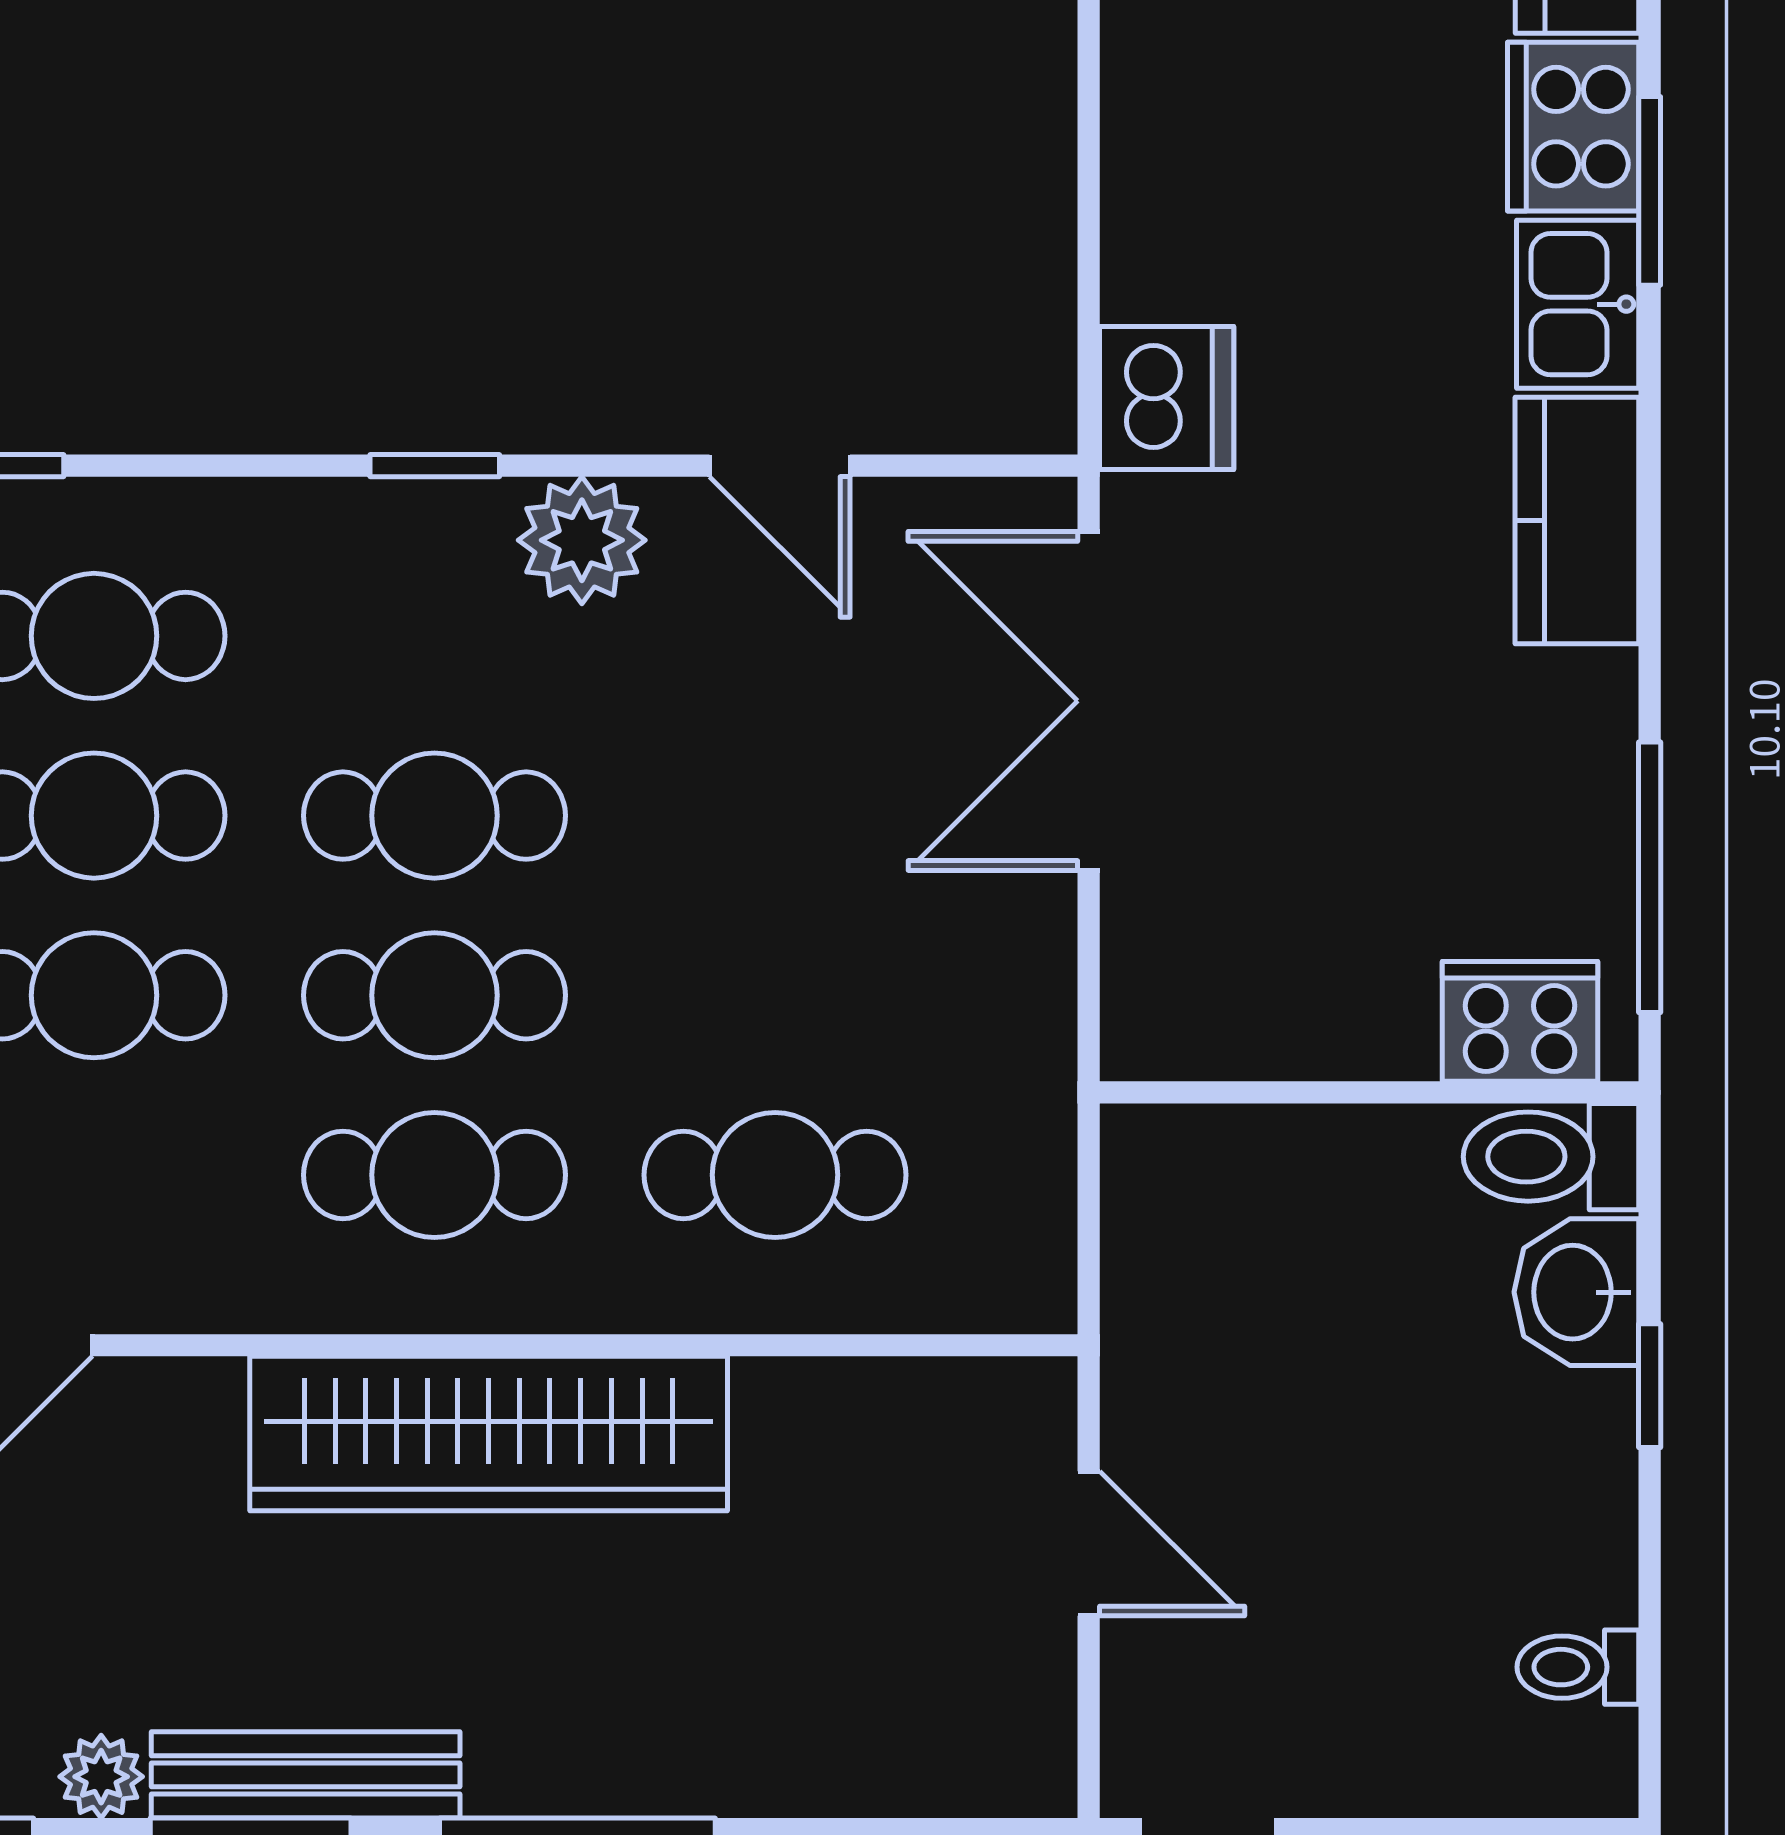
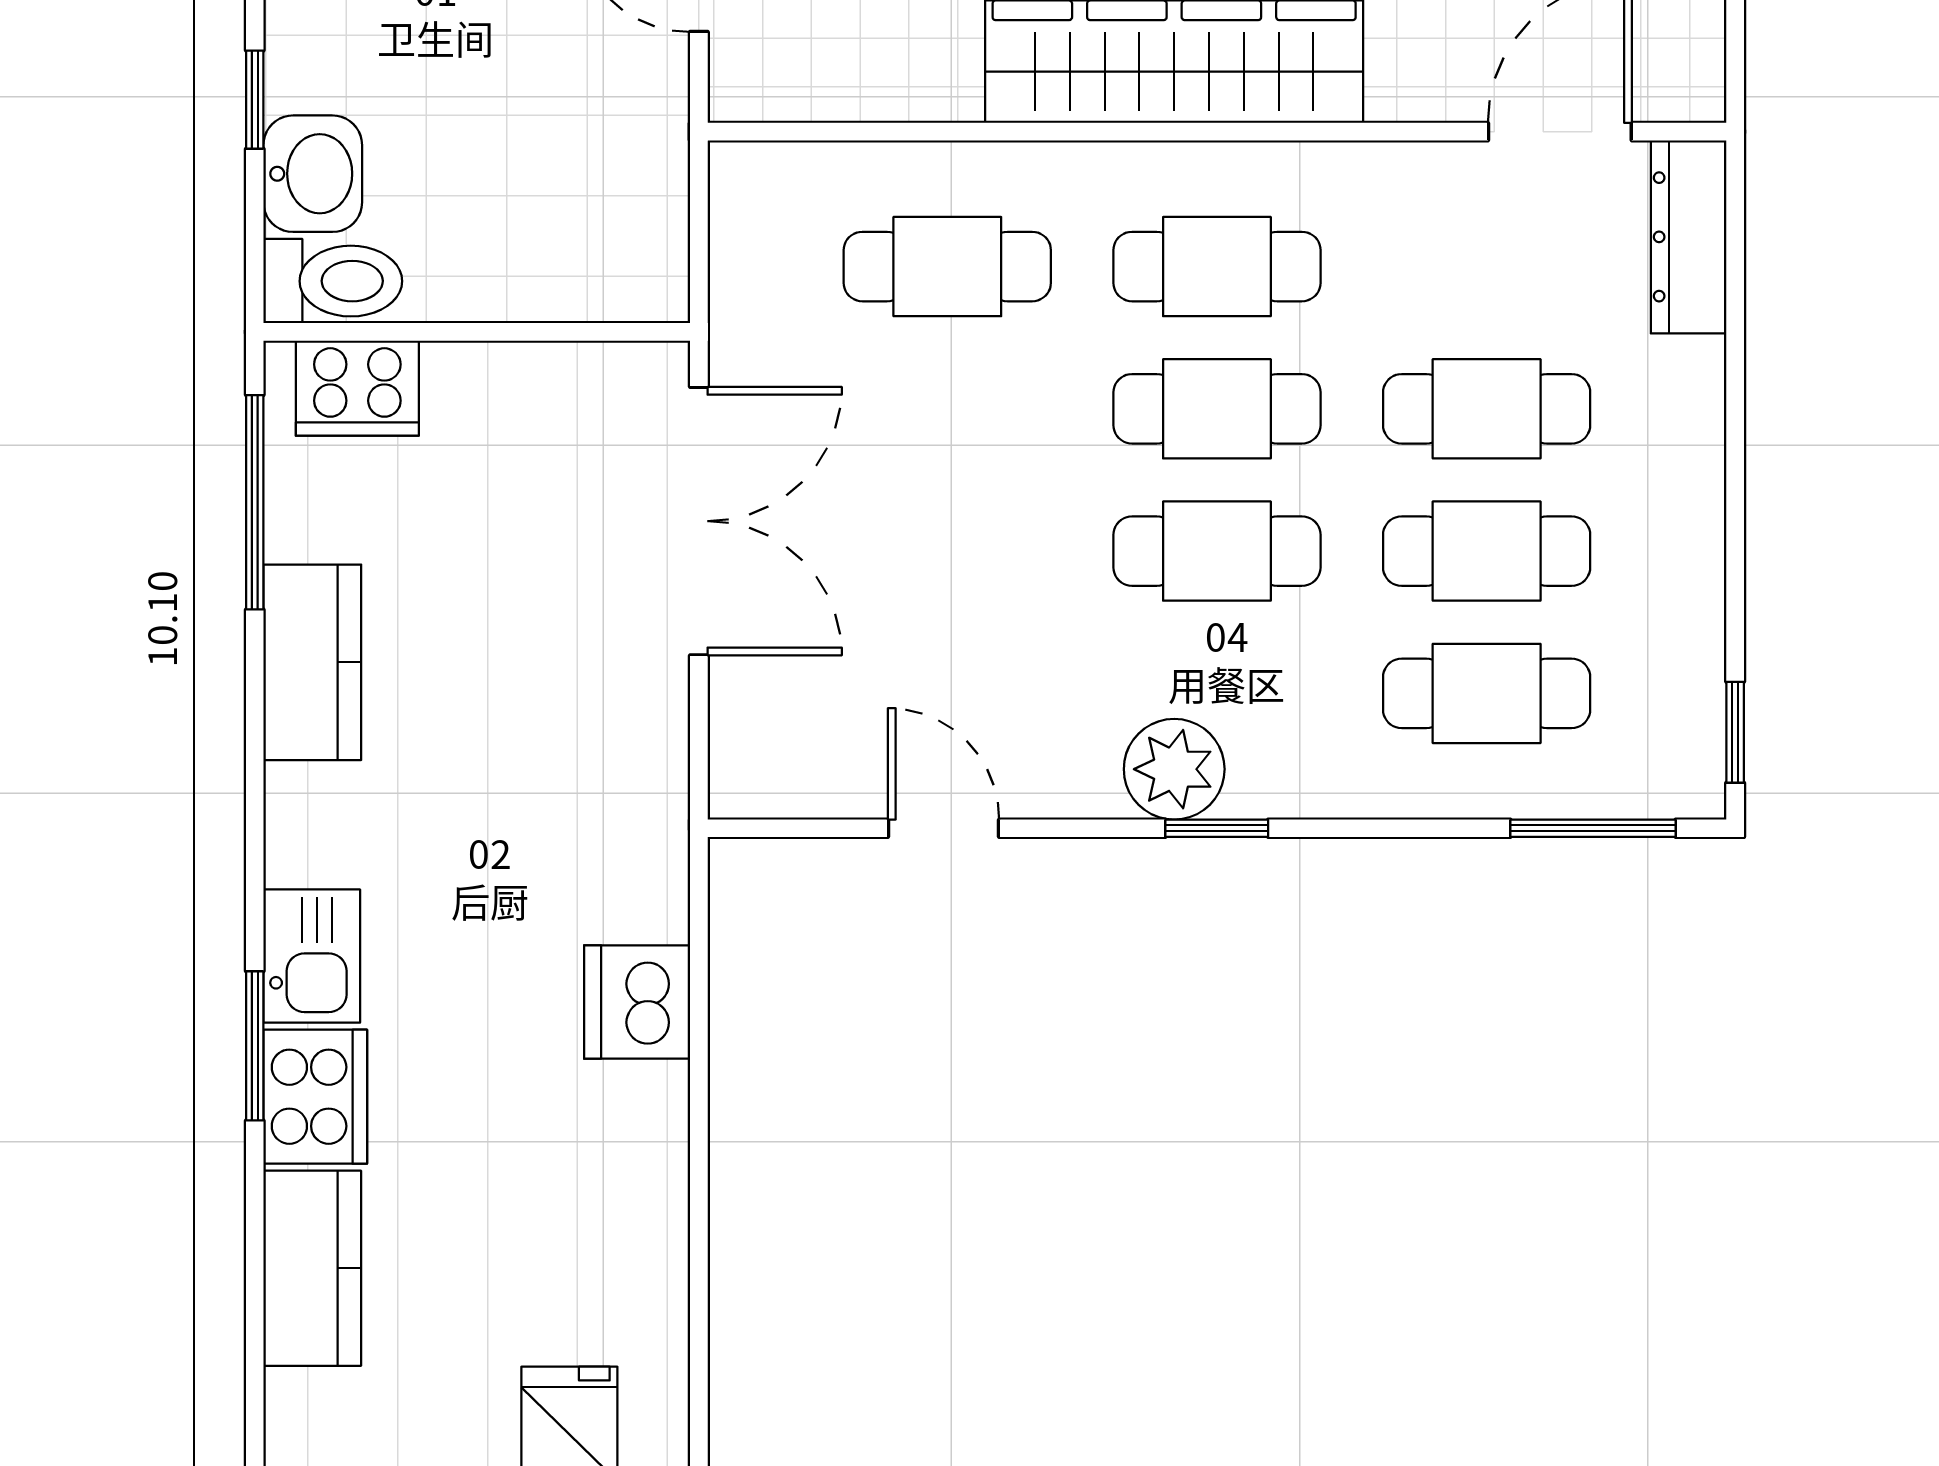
dishwasher: (1167, 398) -> (637, 1002), moved
kitchen counter: (1577, 520) -> (312, 662), moved
plant: (582, 540) -> (1174, 769), moved
double door: (1089, 701) -> (699, 521), moved

